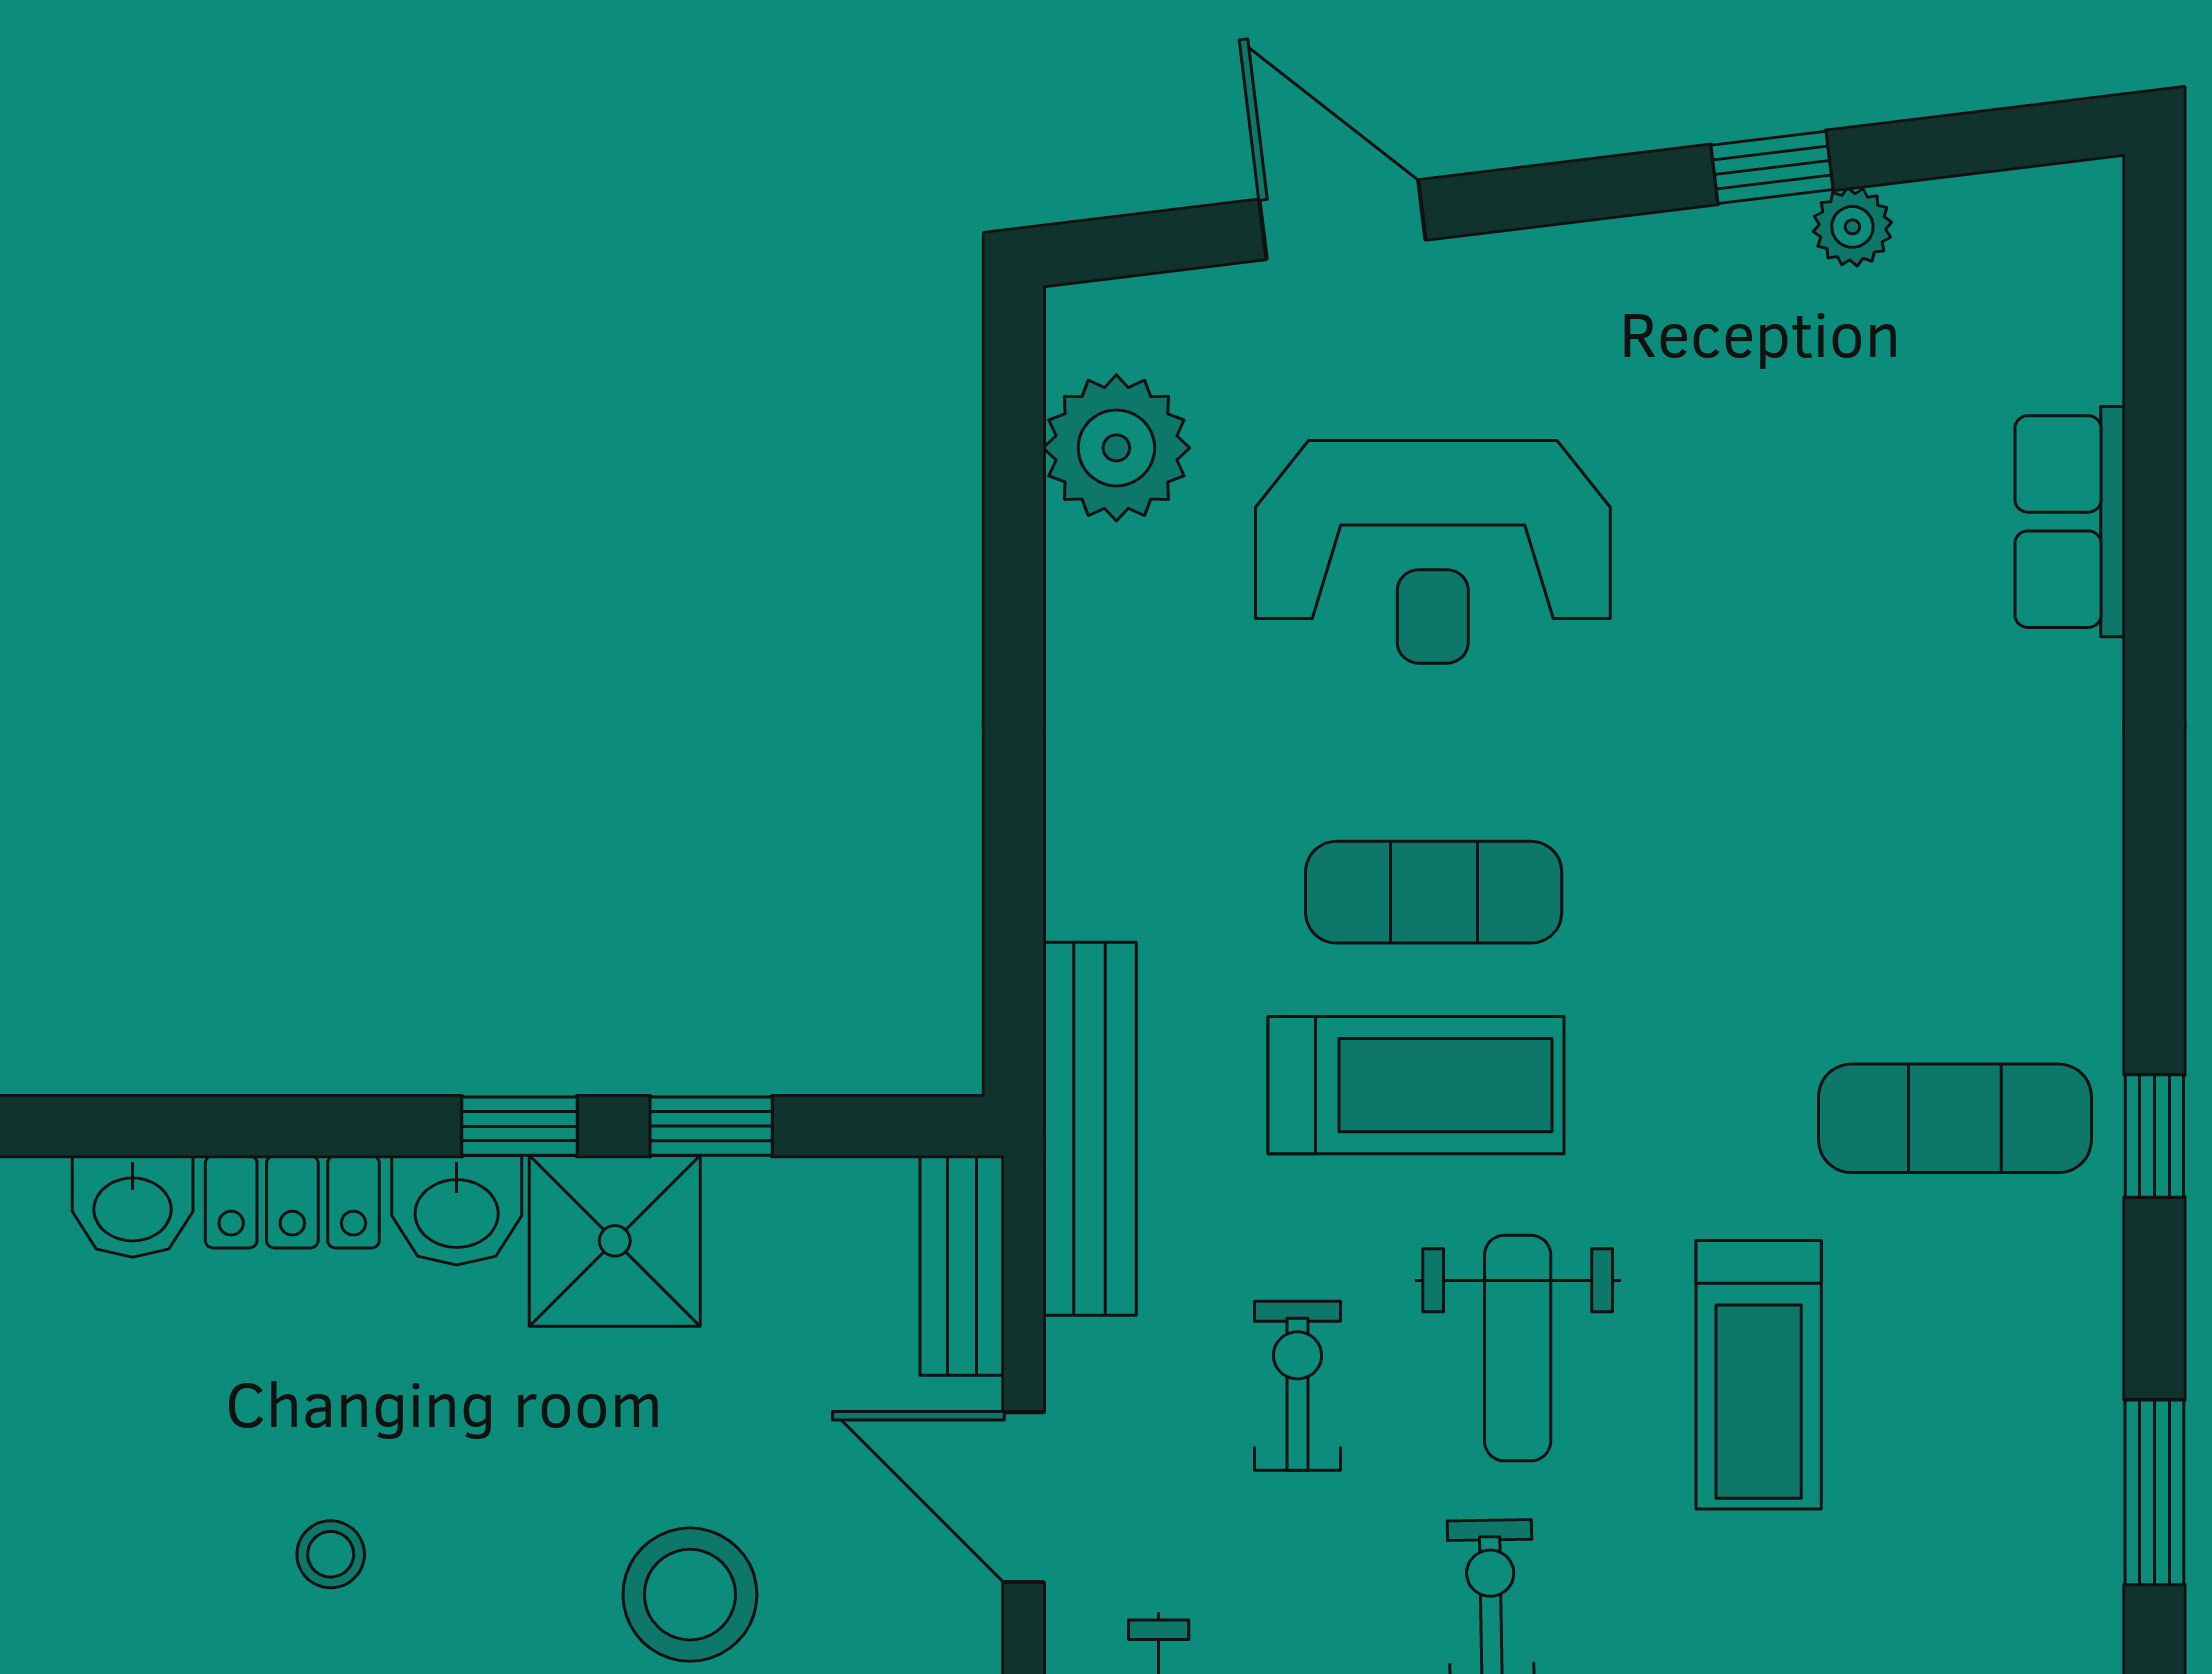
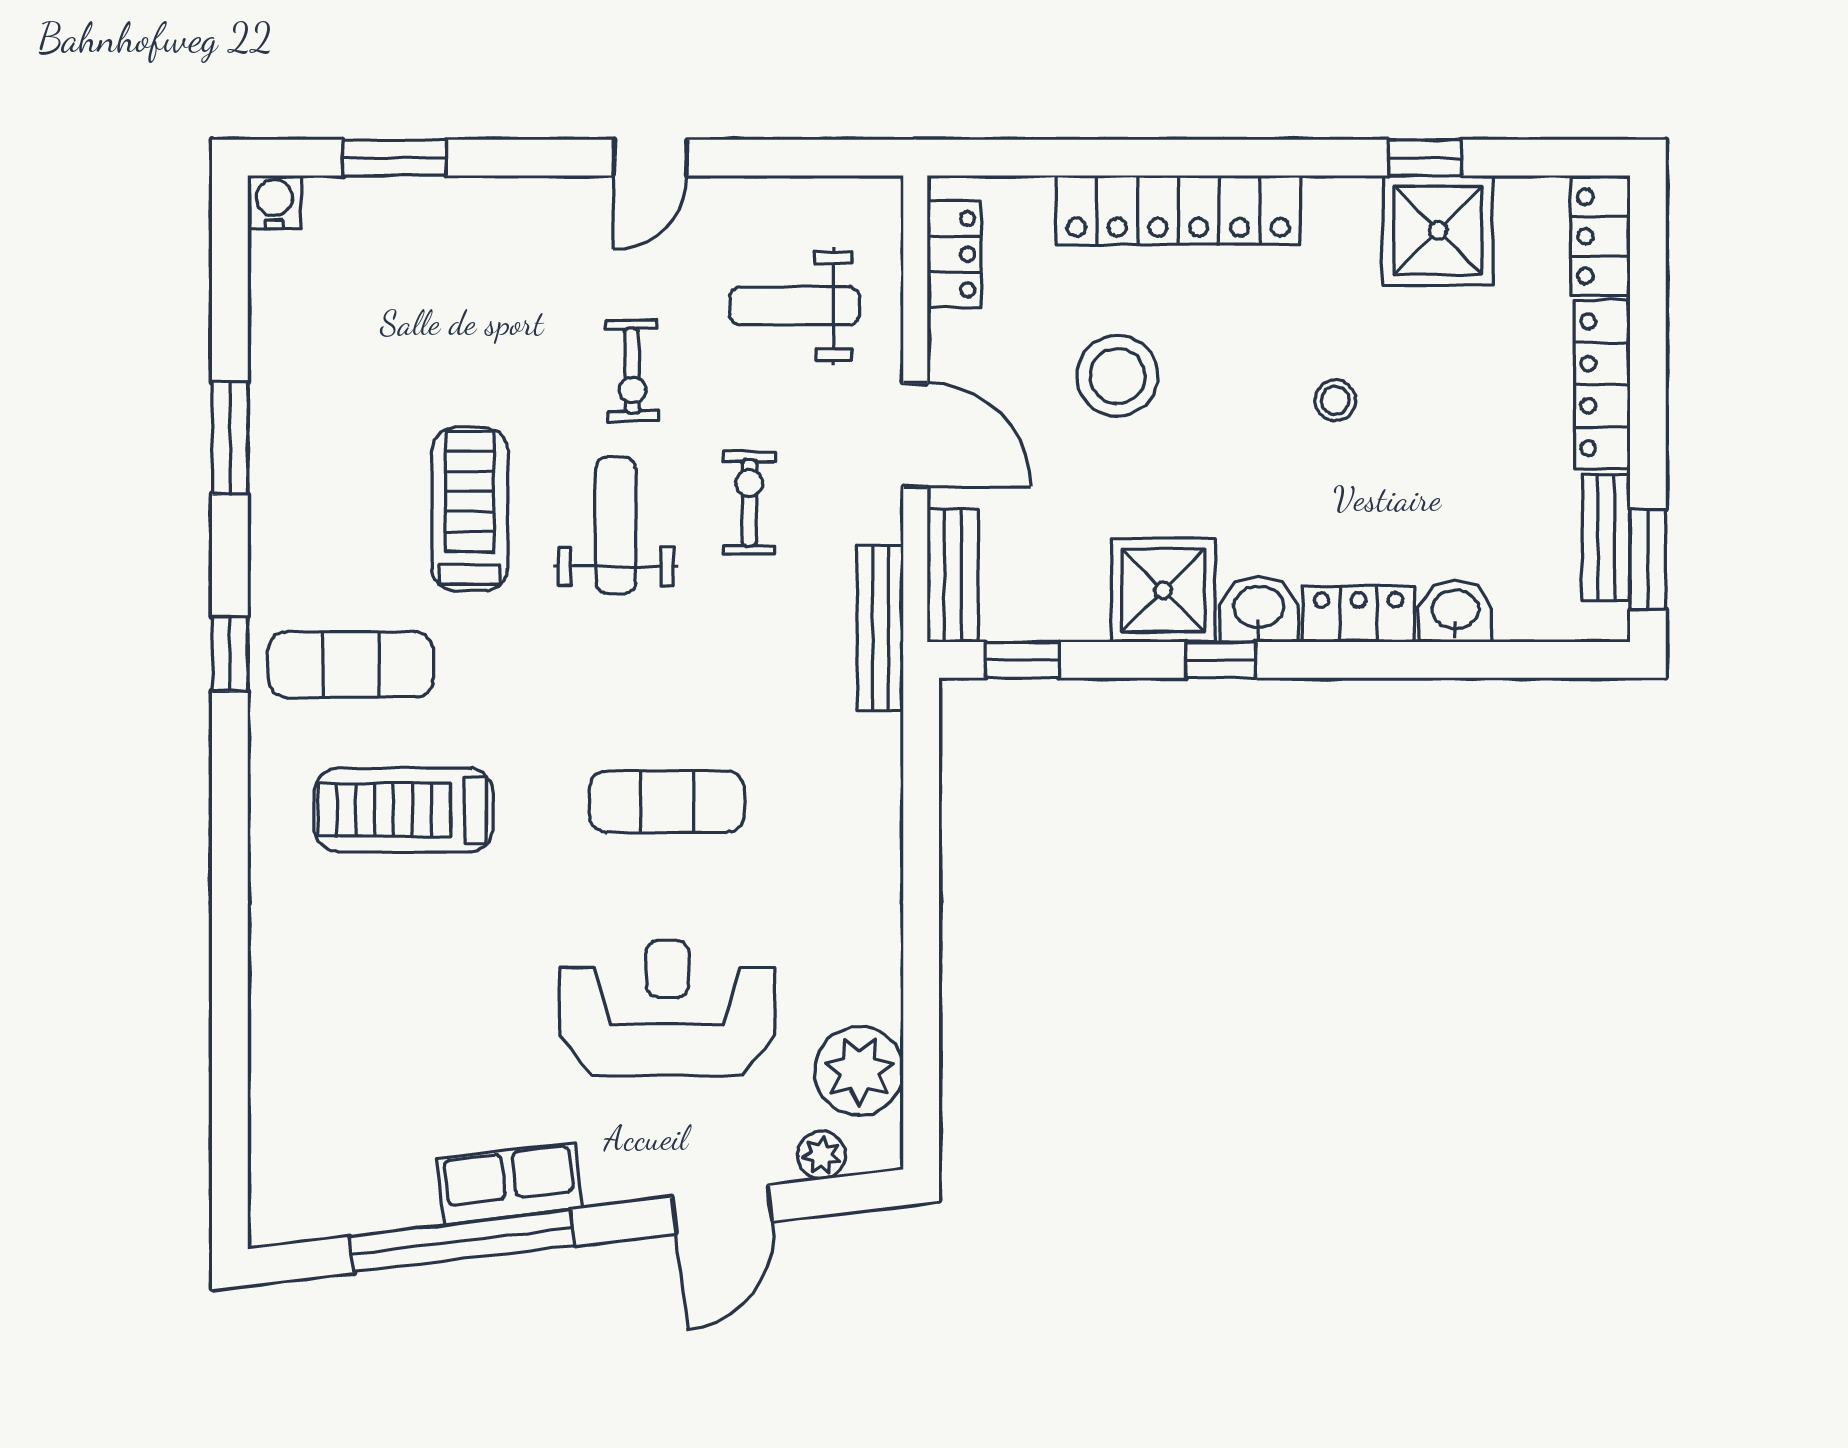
window: (1772, 167) -> (462, 1241), width x3.17
door: (1342, 220) -> (722, 1209), hinge flipped
plant: (1852, 227) -> (822, 1155), moved
row of seats: (2070, 522) -> (510, 1184), moved, turned -97
treadmill: (1416, 1085) -> (404, 810), moved
window: (711, 1126) -> (1022, 660), moved
bench: (1090, 1129) -> (880, 628), width x0.73, depth x0.82
exercise bike: (1298, 1386) -> (749, 503), turned 180

